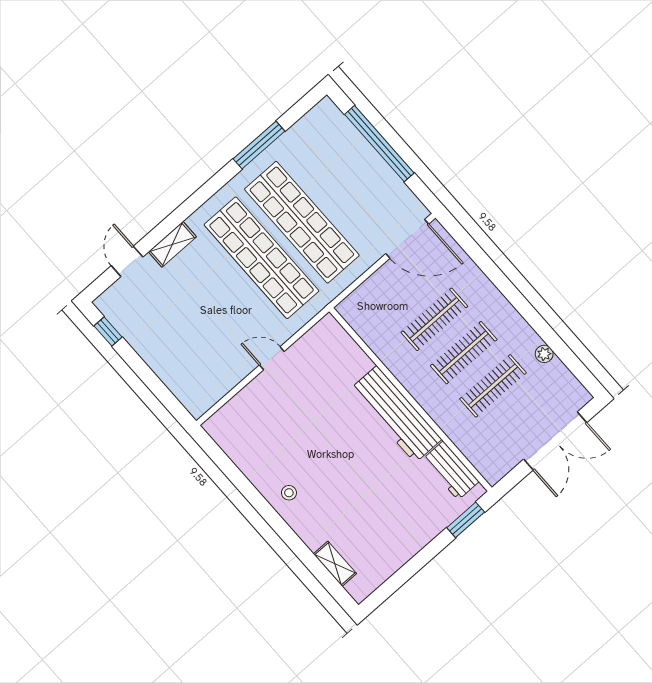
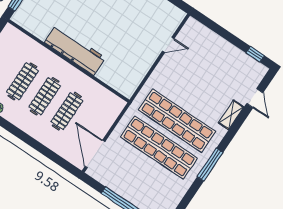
window: (259, 145) -> (210, 165), moved
door: (407, 239) -> (95, 154), hinge flipped
door: (272, 358) -> (168, 45), moved
workbench: (451, 471) -> (34, 26), removed

